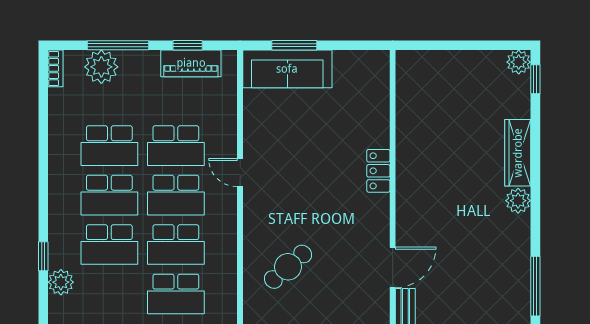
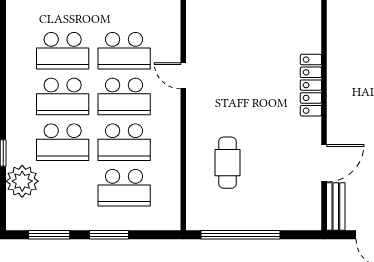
locker: (378, 171) -> (311, 85), width x1.53
cafe table: (288, 267) -> (227, 163), turned -49
plant: (61, 282) -> (22, 181), width x1.36, depth x1.36

